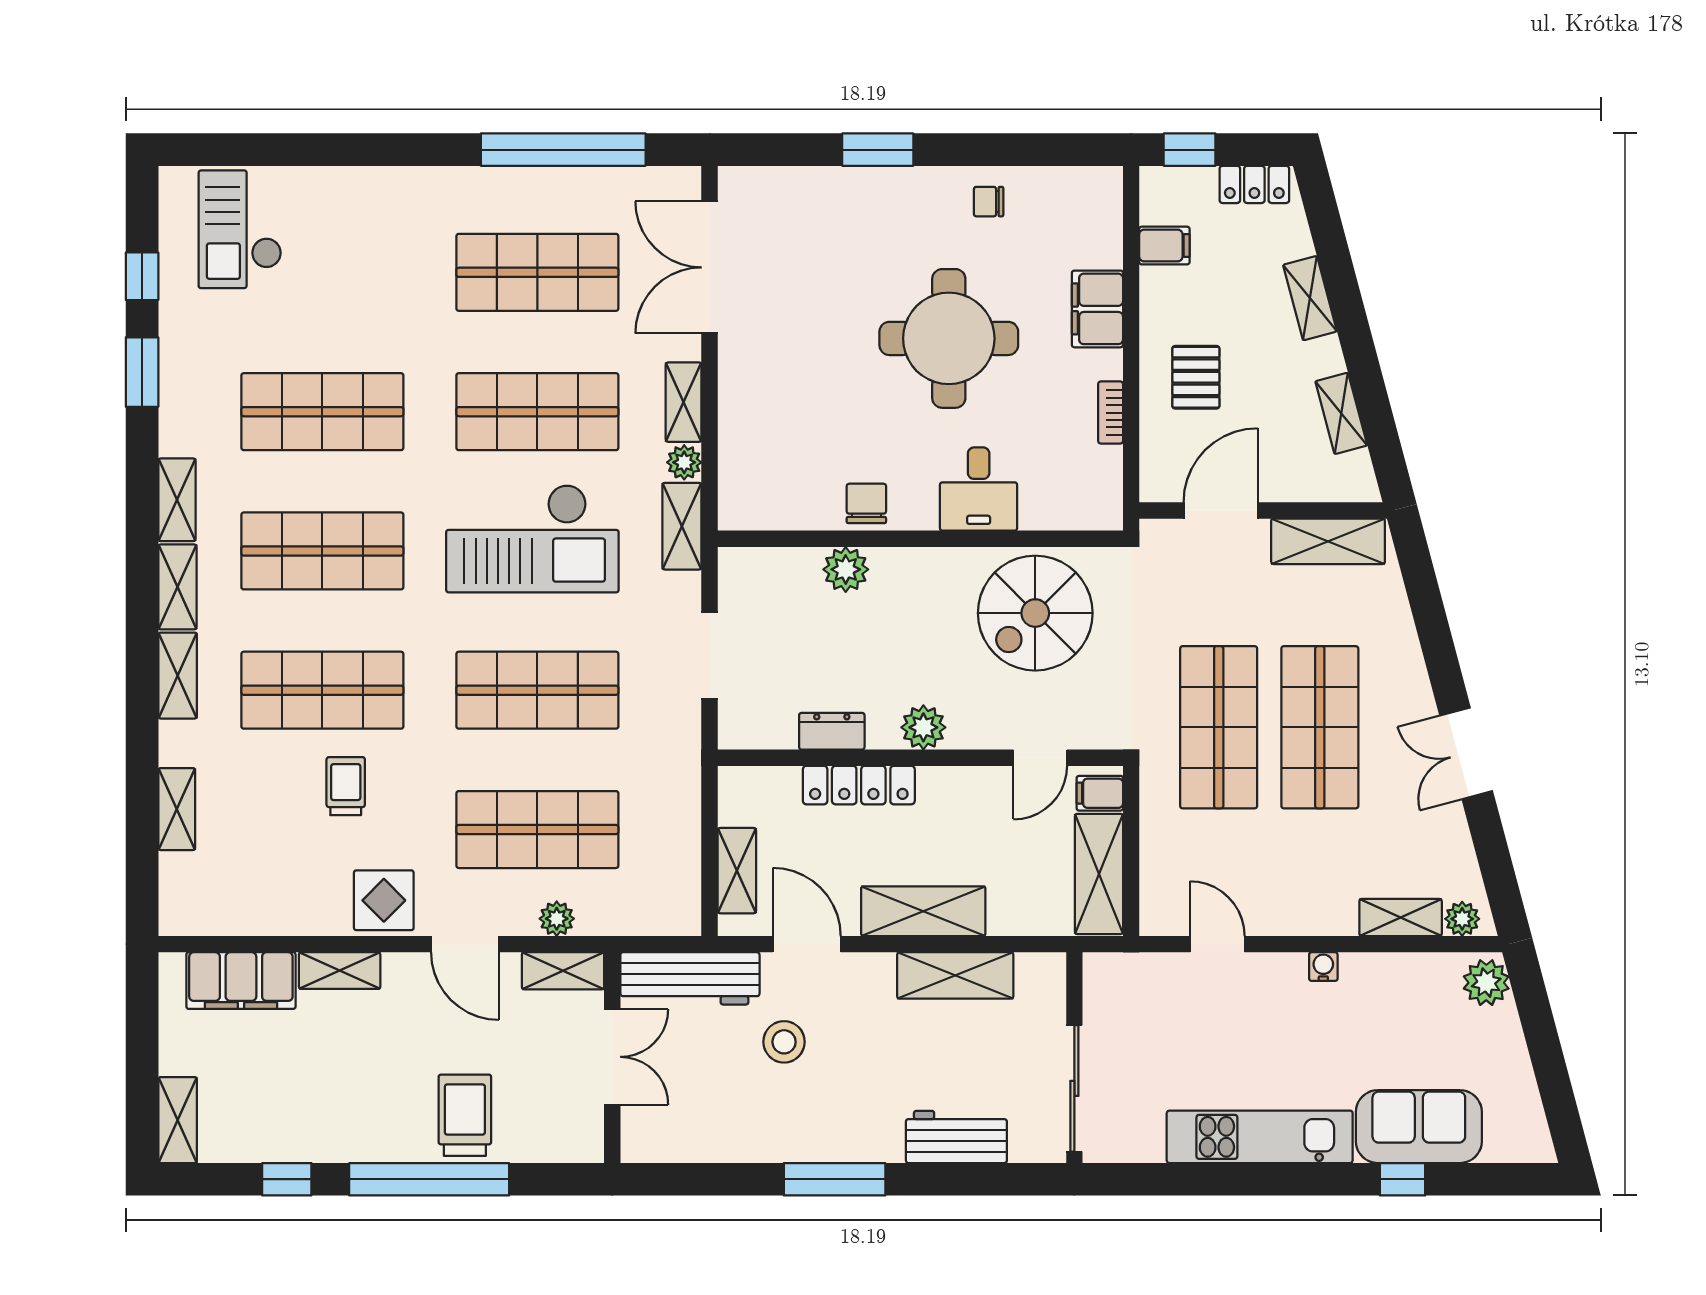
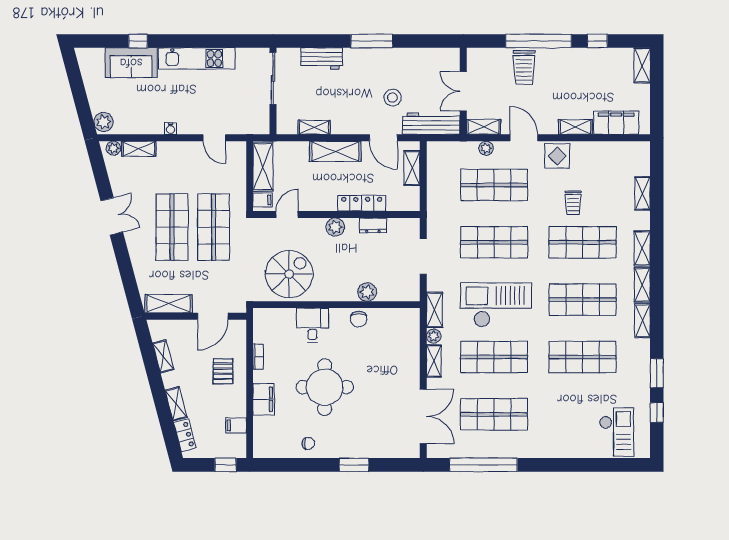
locker: (1254, 184) -> (185, 435), moved, turned 75
shelving: (955, 975) -> (314, 127), width x0.67, depth x0.75

